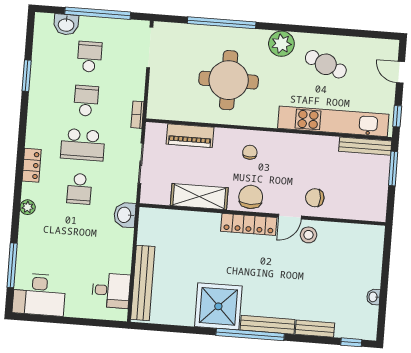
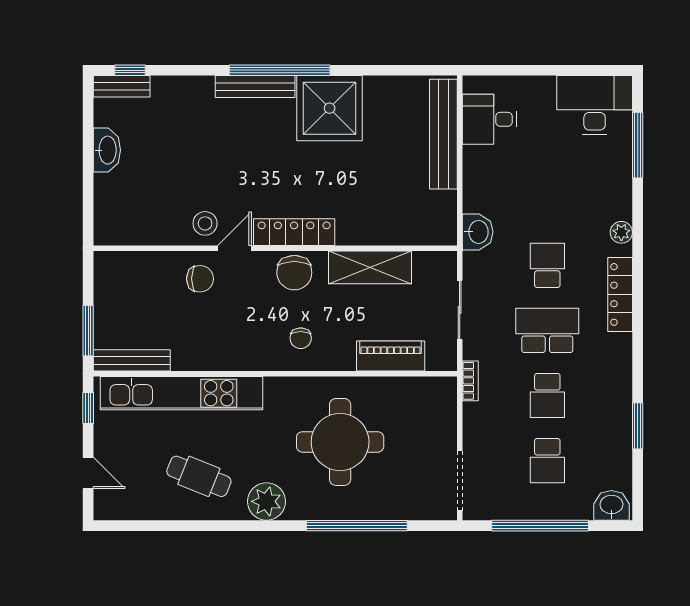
washbasin: (66, 25) -> (611, 505), moved
locker: (32, 165) -> (620, 294), width x1.53
washbasin: (373, 297) -> (107, 150), width x1.91, depth x1.45
bench: (315, 329) -> (122, 86), moved

